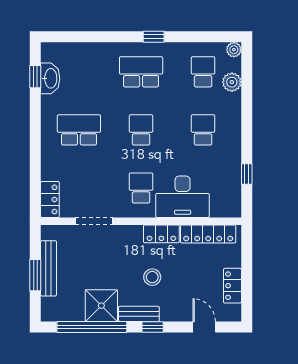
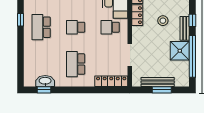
locker: (50, 199) -> (111, 81), width x1.53

